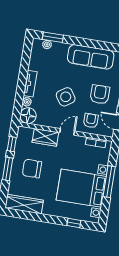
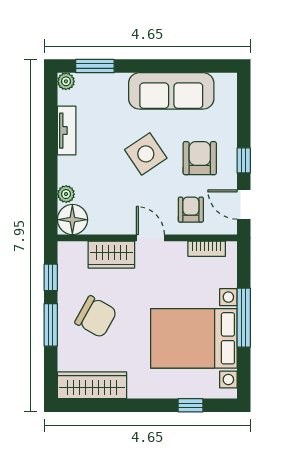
plant: (47, 44) -> (66, 81), moved
tv unit: (30, 84) -> (67, 131), moved
side table: (66, 97) -> (146, 154), moved
door: (67, 132) -> (150, 238), hinge flipped
chair: (32, 169) -> (96, 317), turned -151

